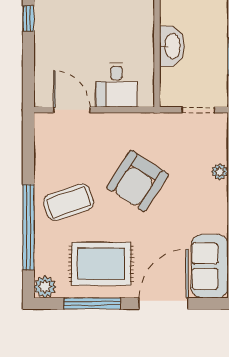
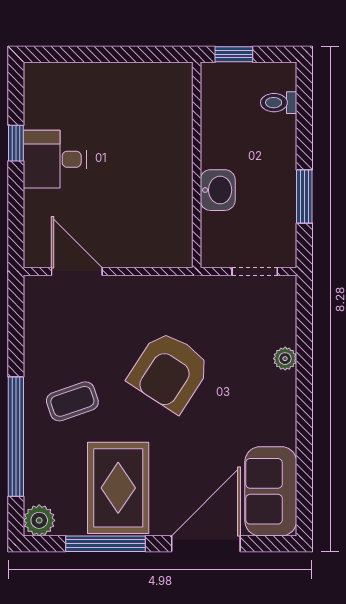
washbasin: (172, 46) -> (218, 190), width x0.72
desk: (117, 85) -> (55, 159), moved, turned 90
coffee table: (69, 202) -> (72, 401), width x0.73, depth x0.77
rug: (101, 264) -> (118, 488), turned 90

